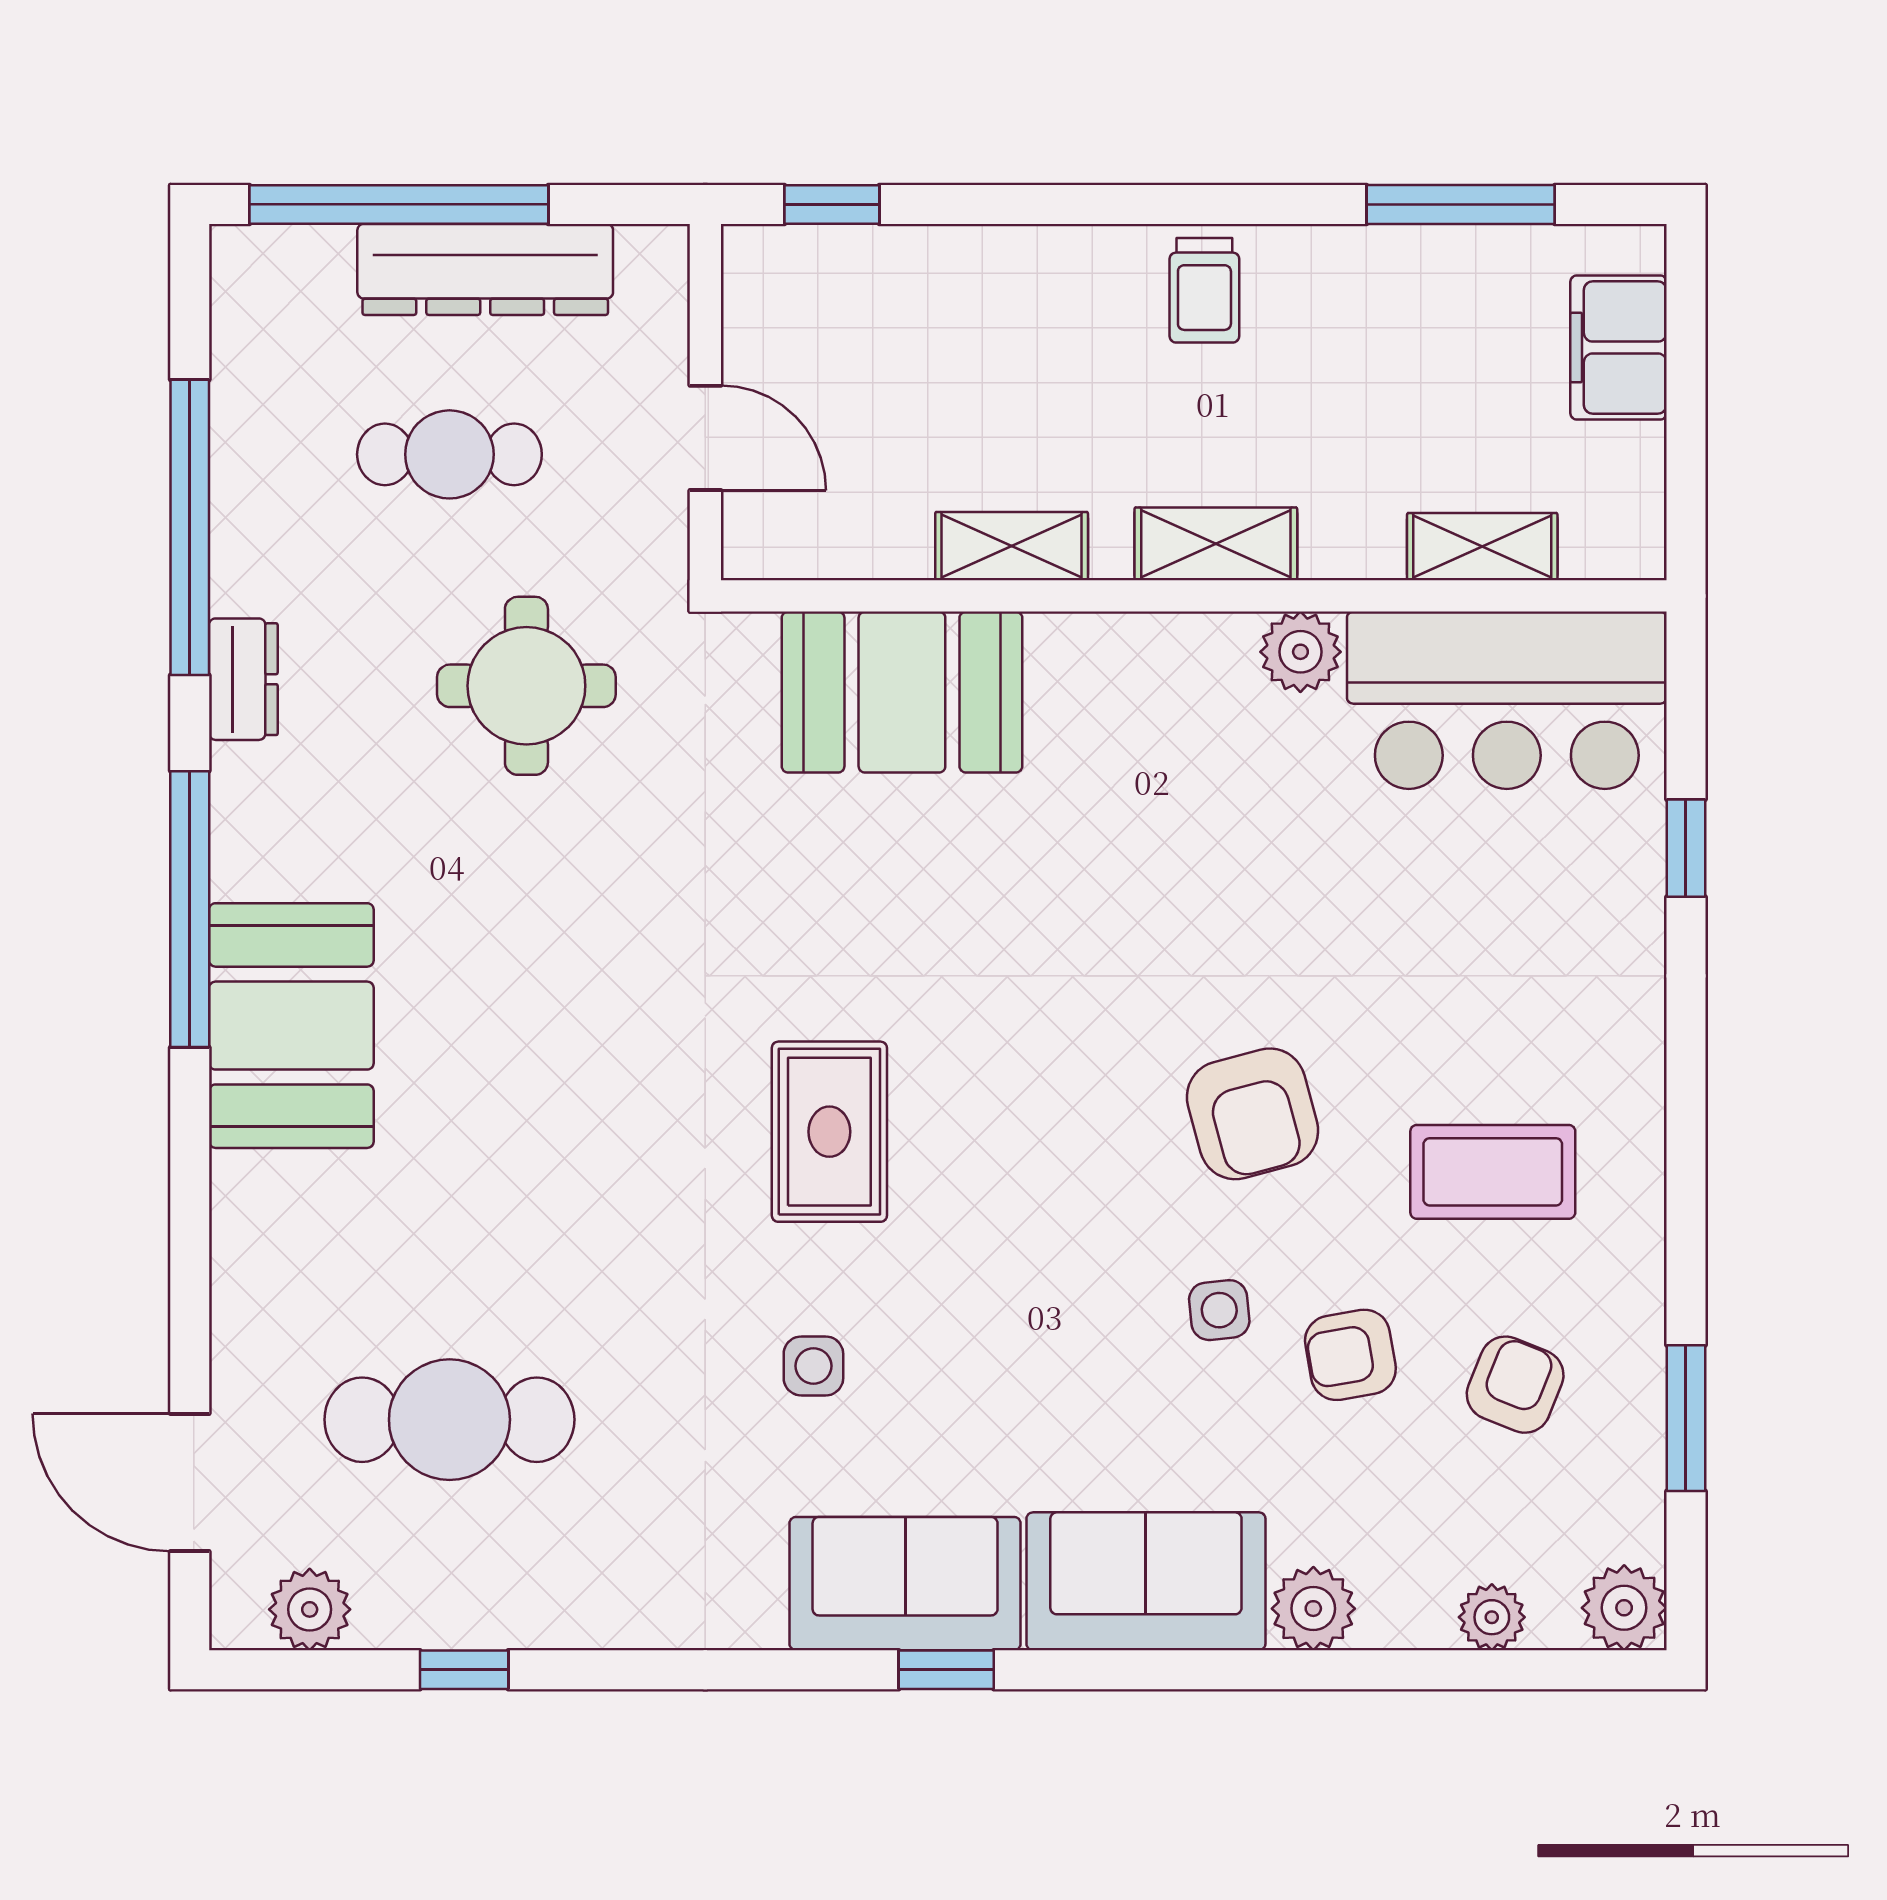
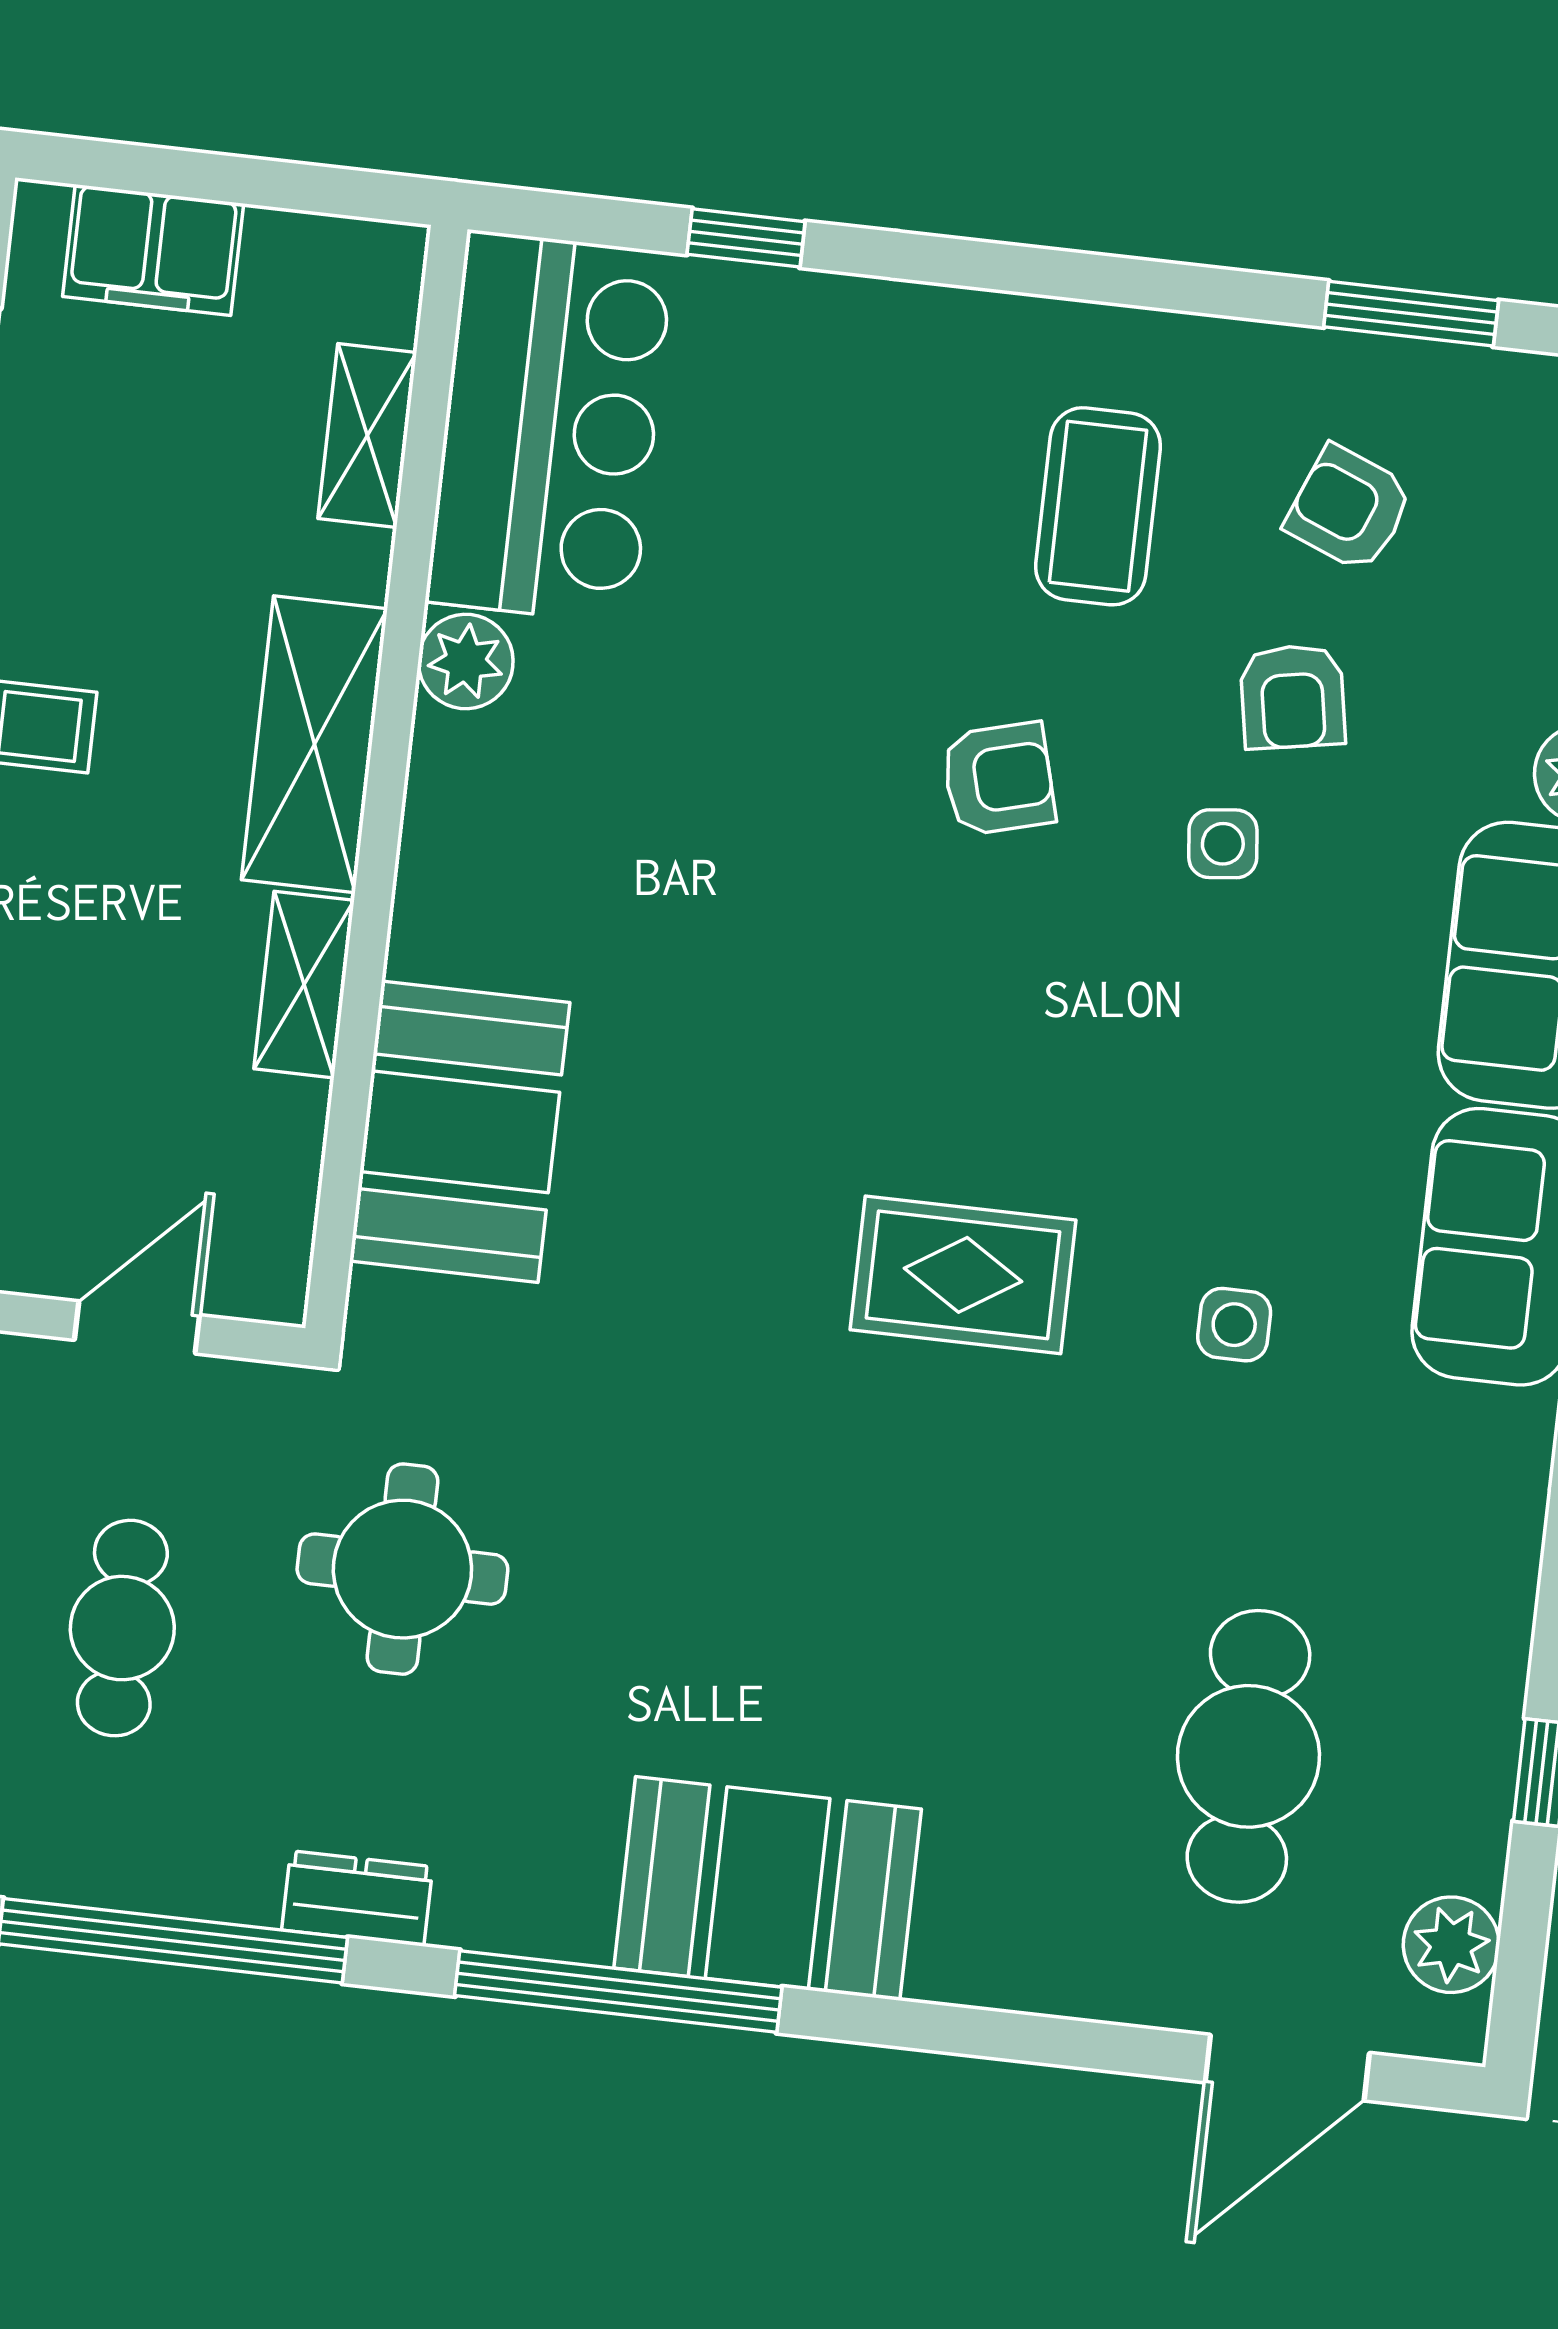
shelving: (1216, 544) -> (314, 744), width x1.50, depth x1.33
armchair: (1253, 1114) -> (998, 779), width x0.72, depth x0.72

